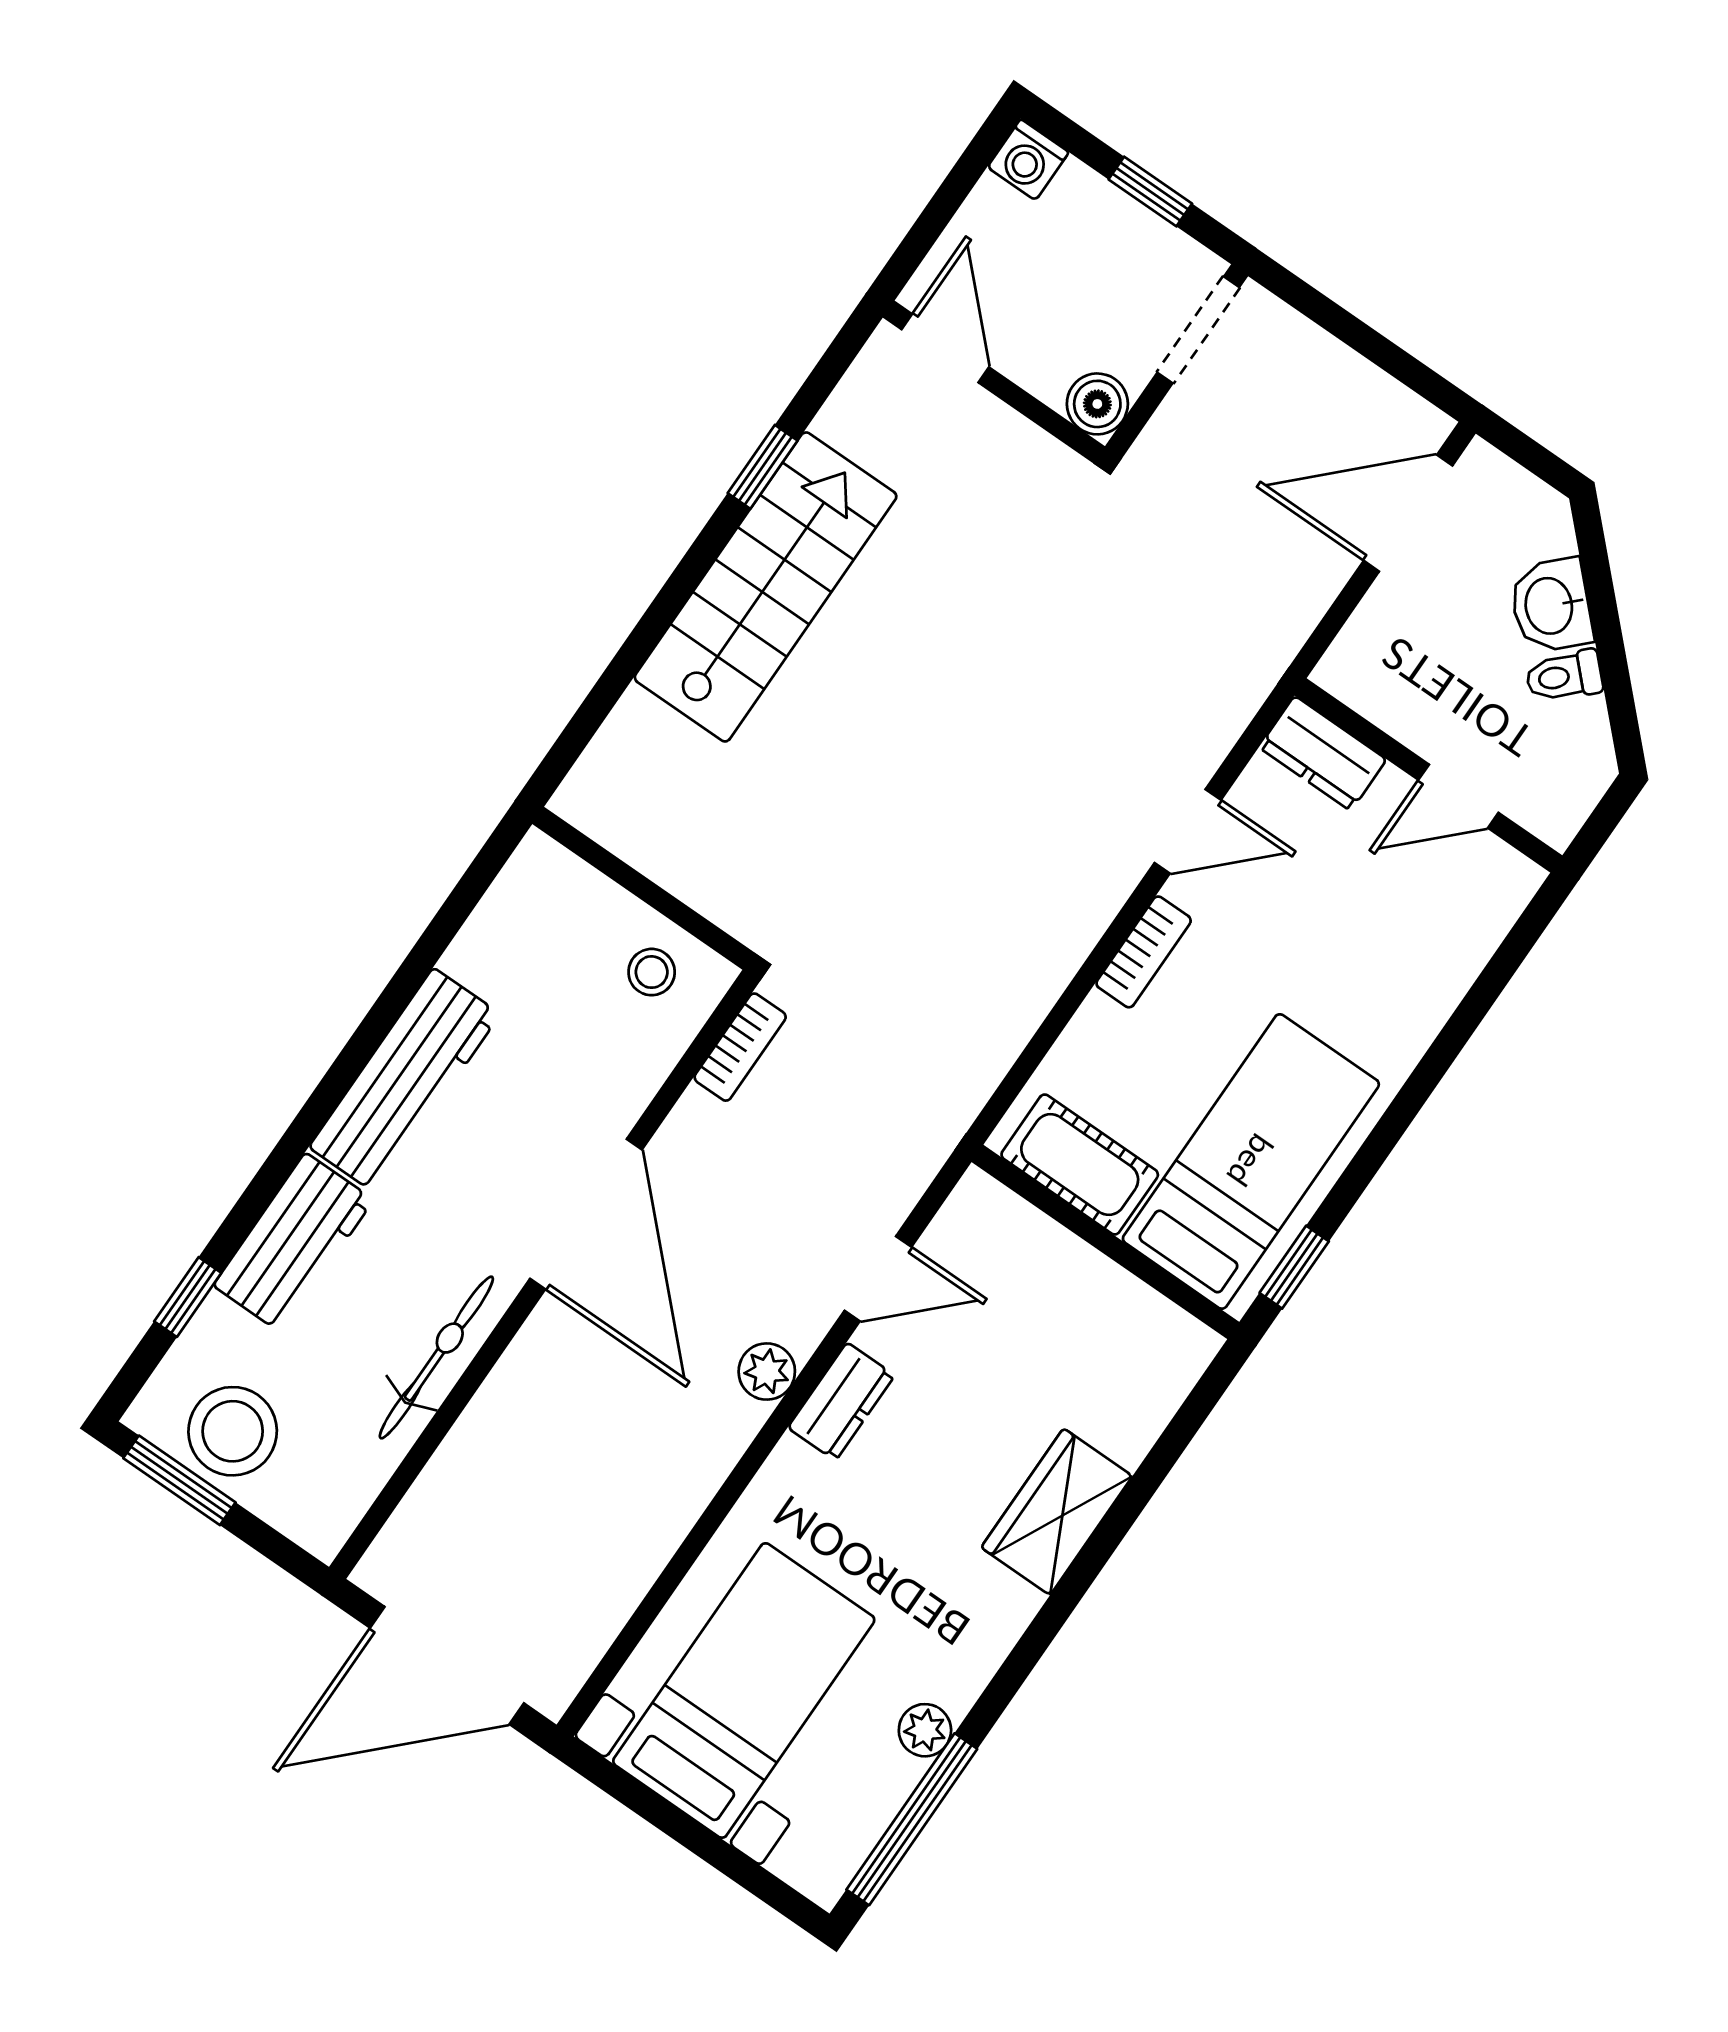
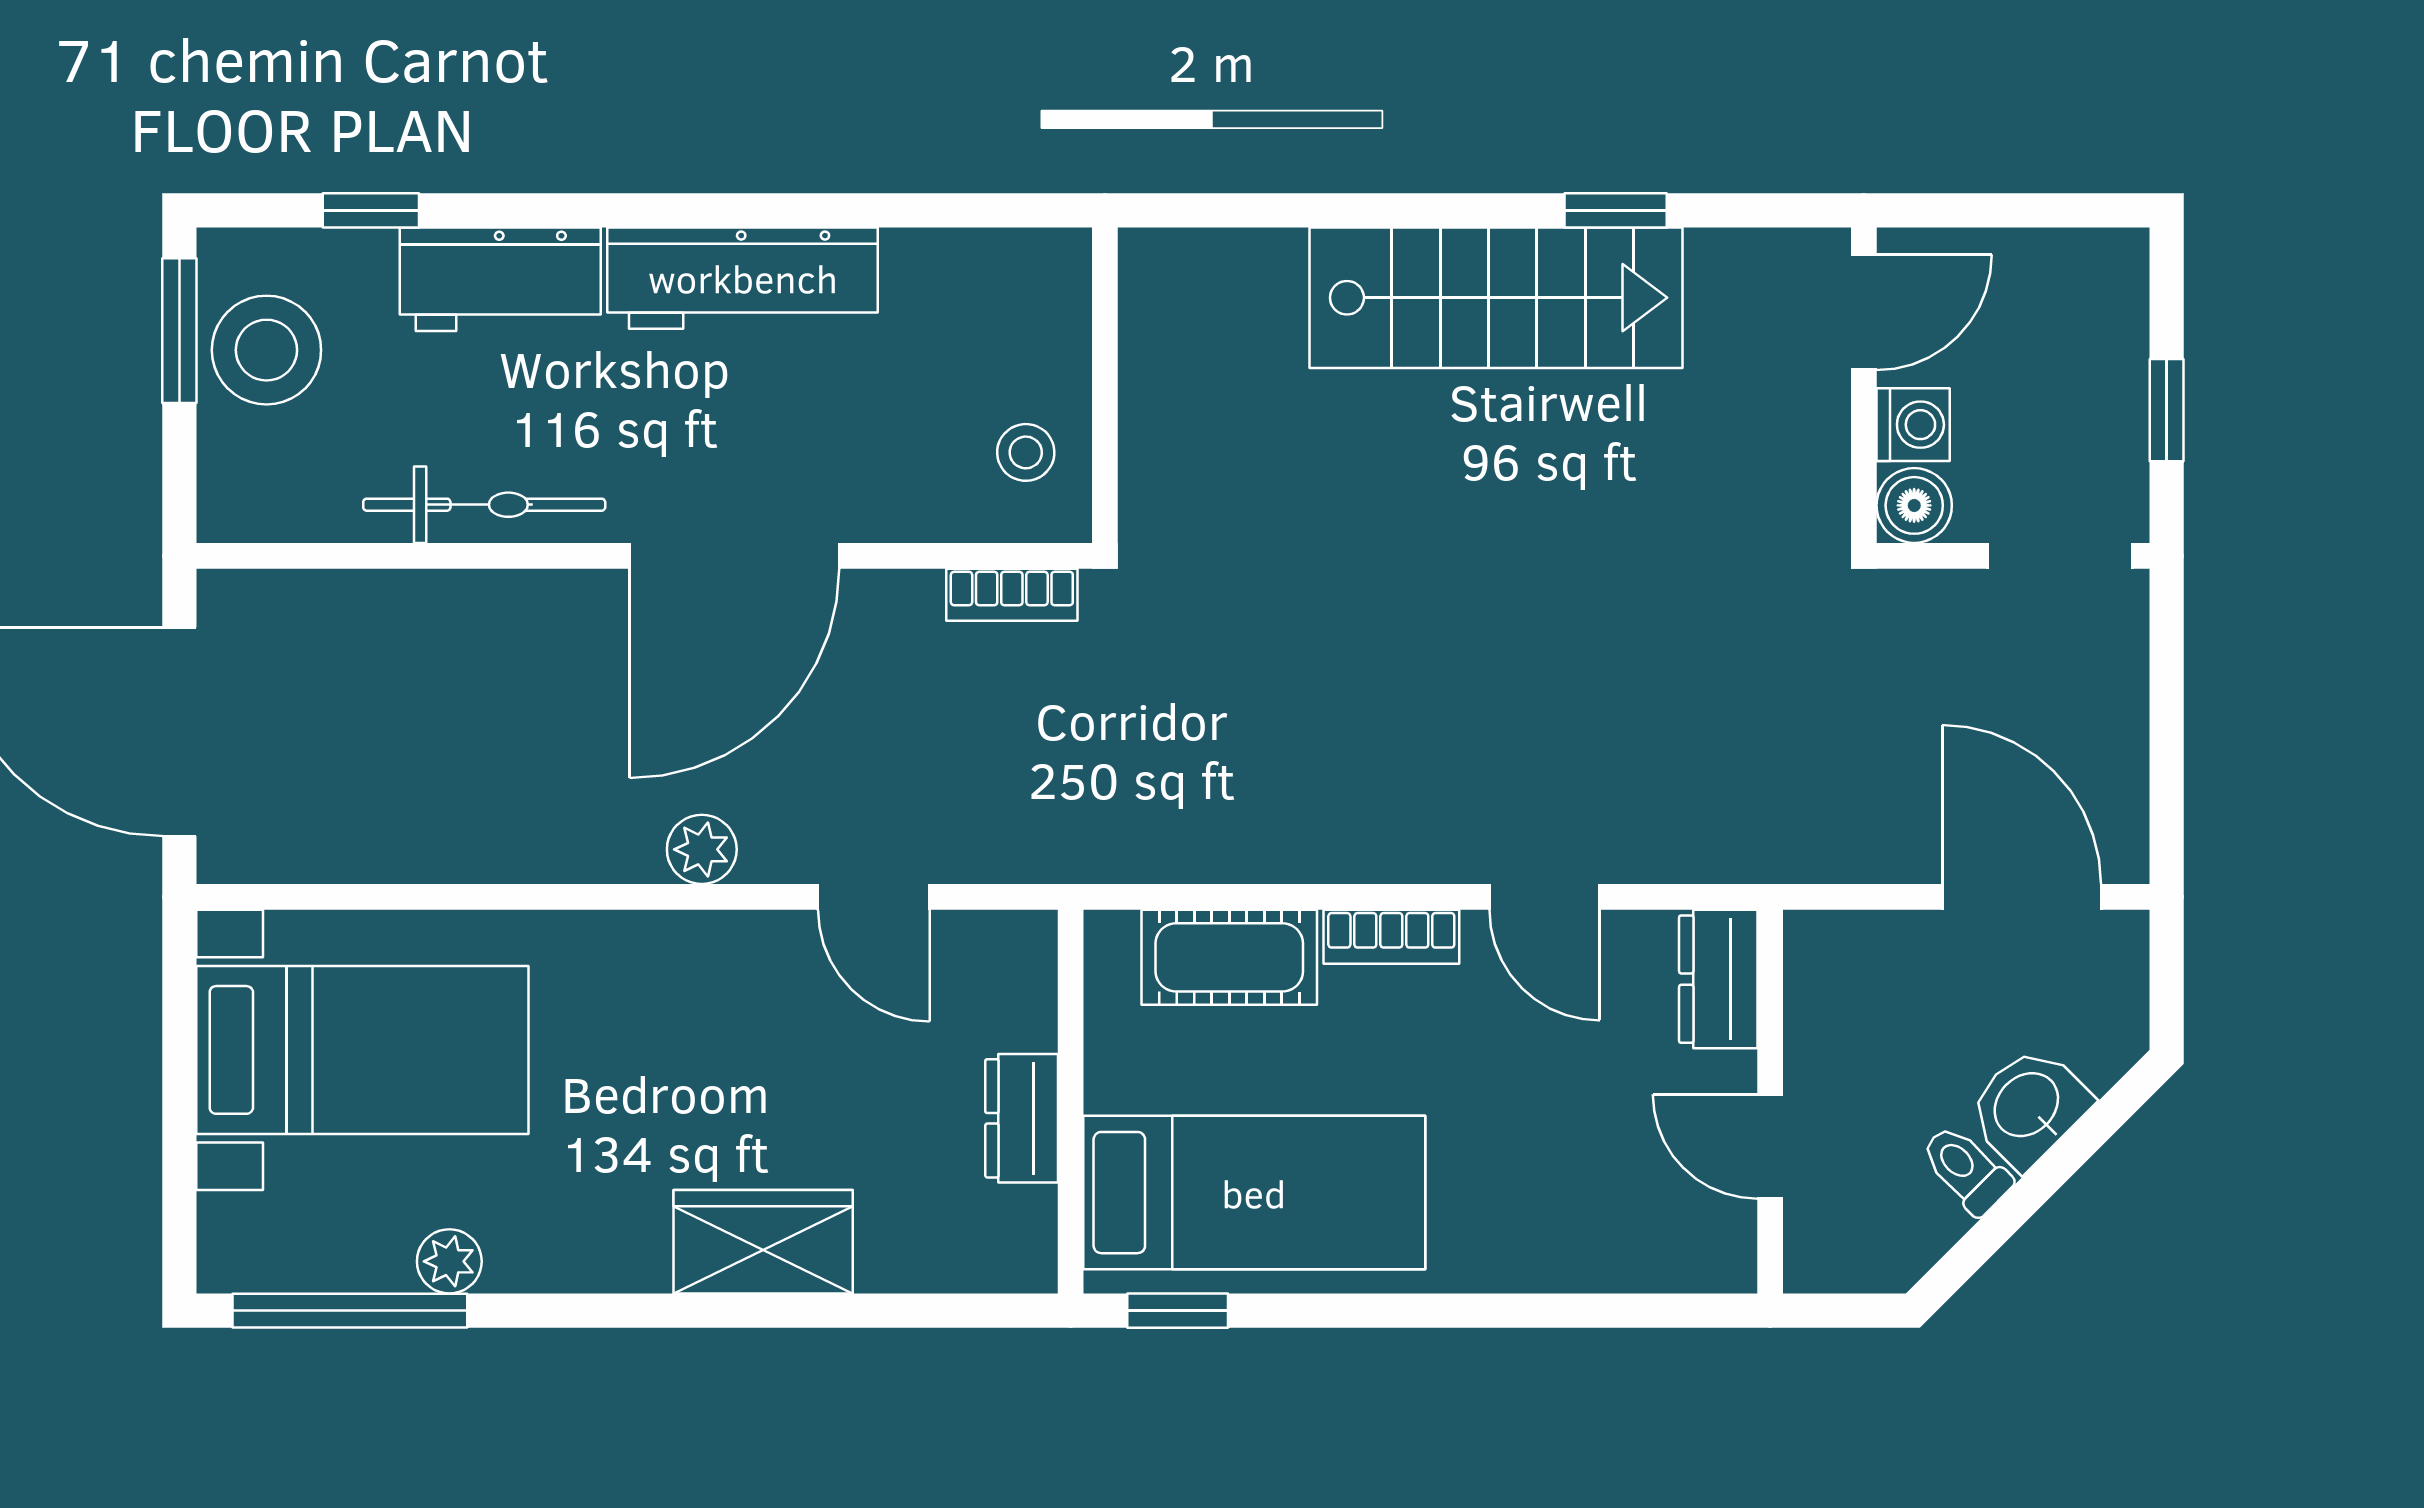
washing machine: (1028, 160) -> (1913, 425), moved, turned 180
cot: (1080, 1165) -> (1229, 957), moved, turned 90
dresser: (841, 1401) -> (1022, 1118), moved, turned 90

